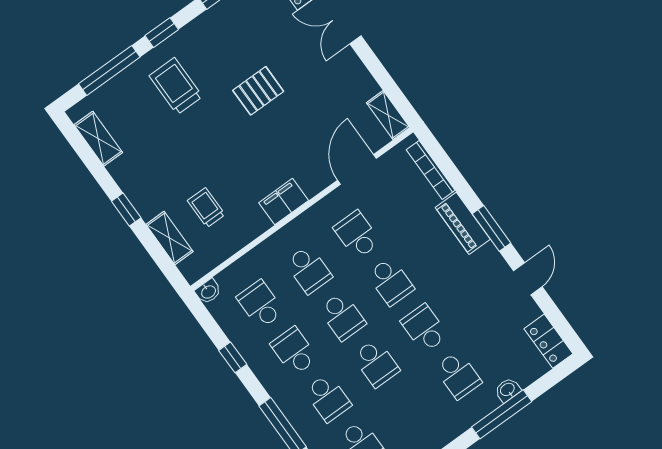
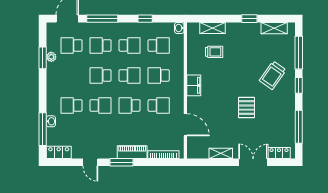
trolley: (176, 86) -> (273, 75), turned 125
shelving: (388, 115) -> (221, 153), moved
window: (126, 210) -> (249, 19), moved
school desk: (342, 316) -> (130, 75), turned 180
window: (502, 414) -> (43, 129), moved

